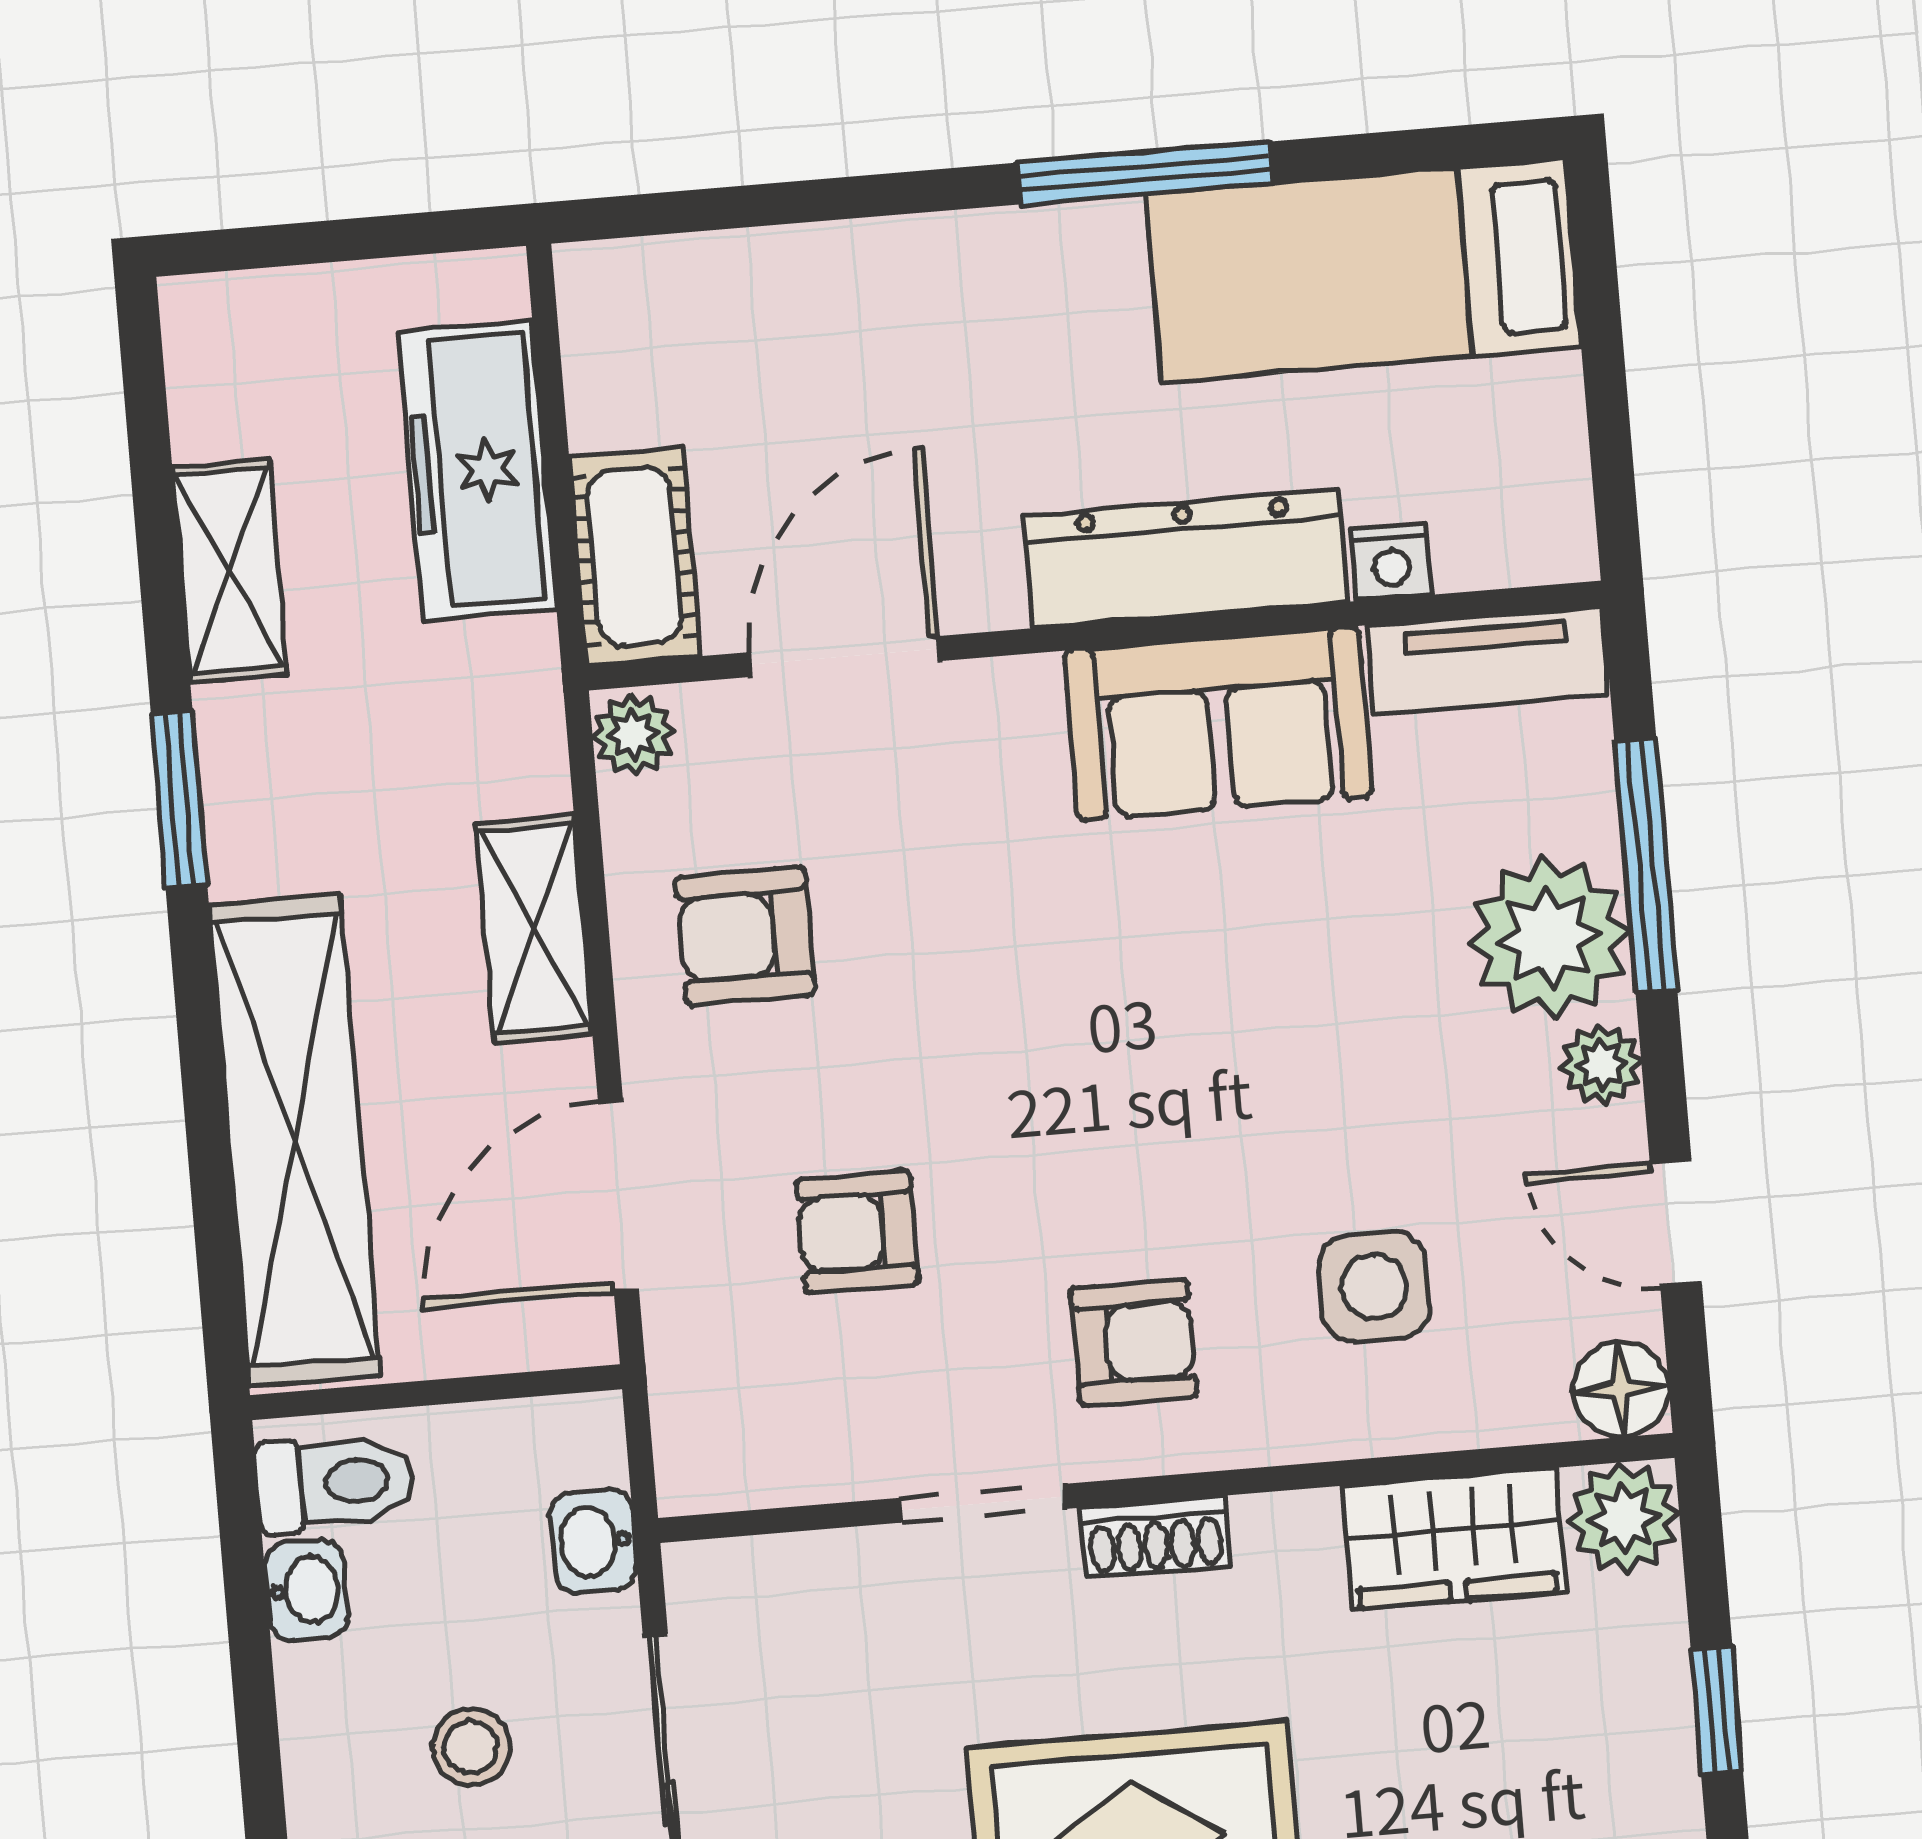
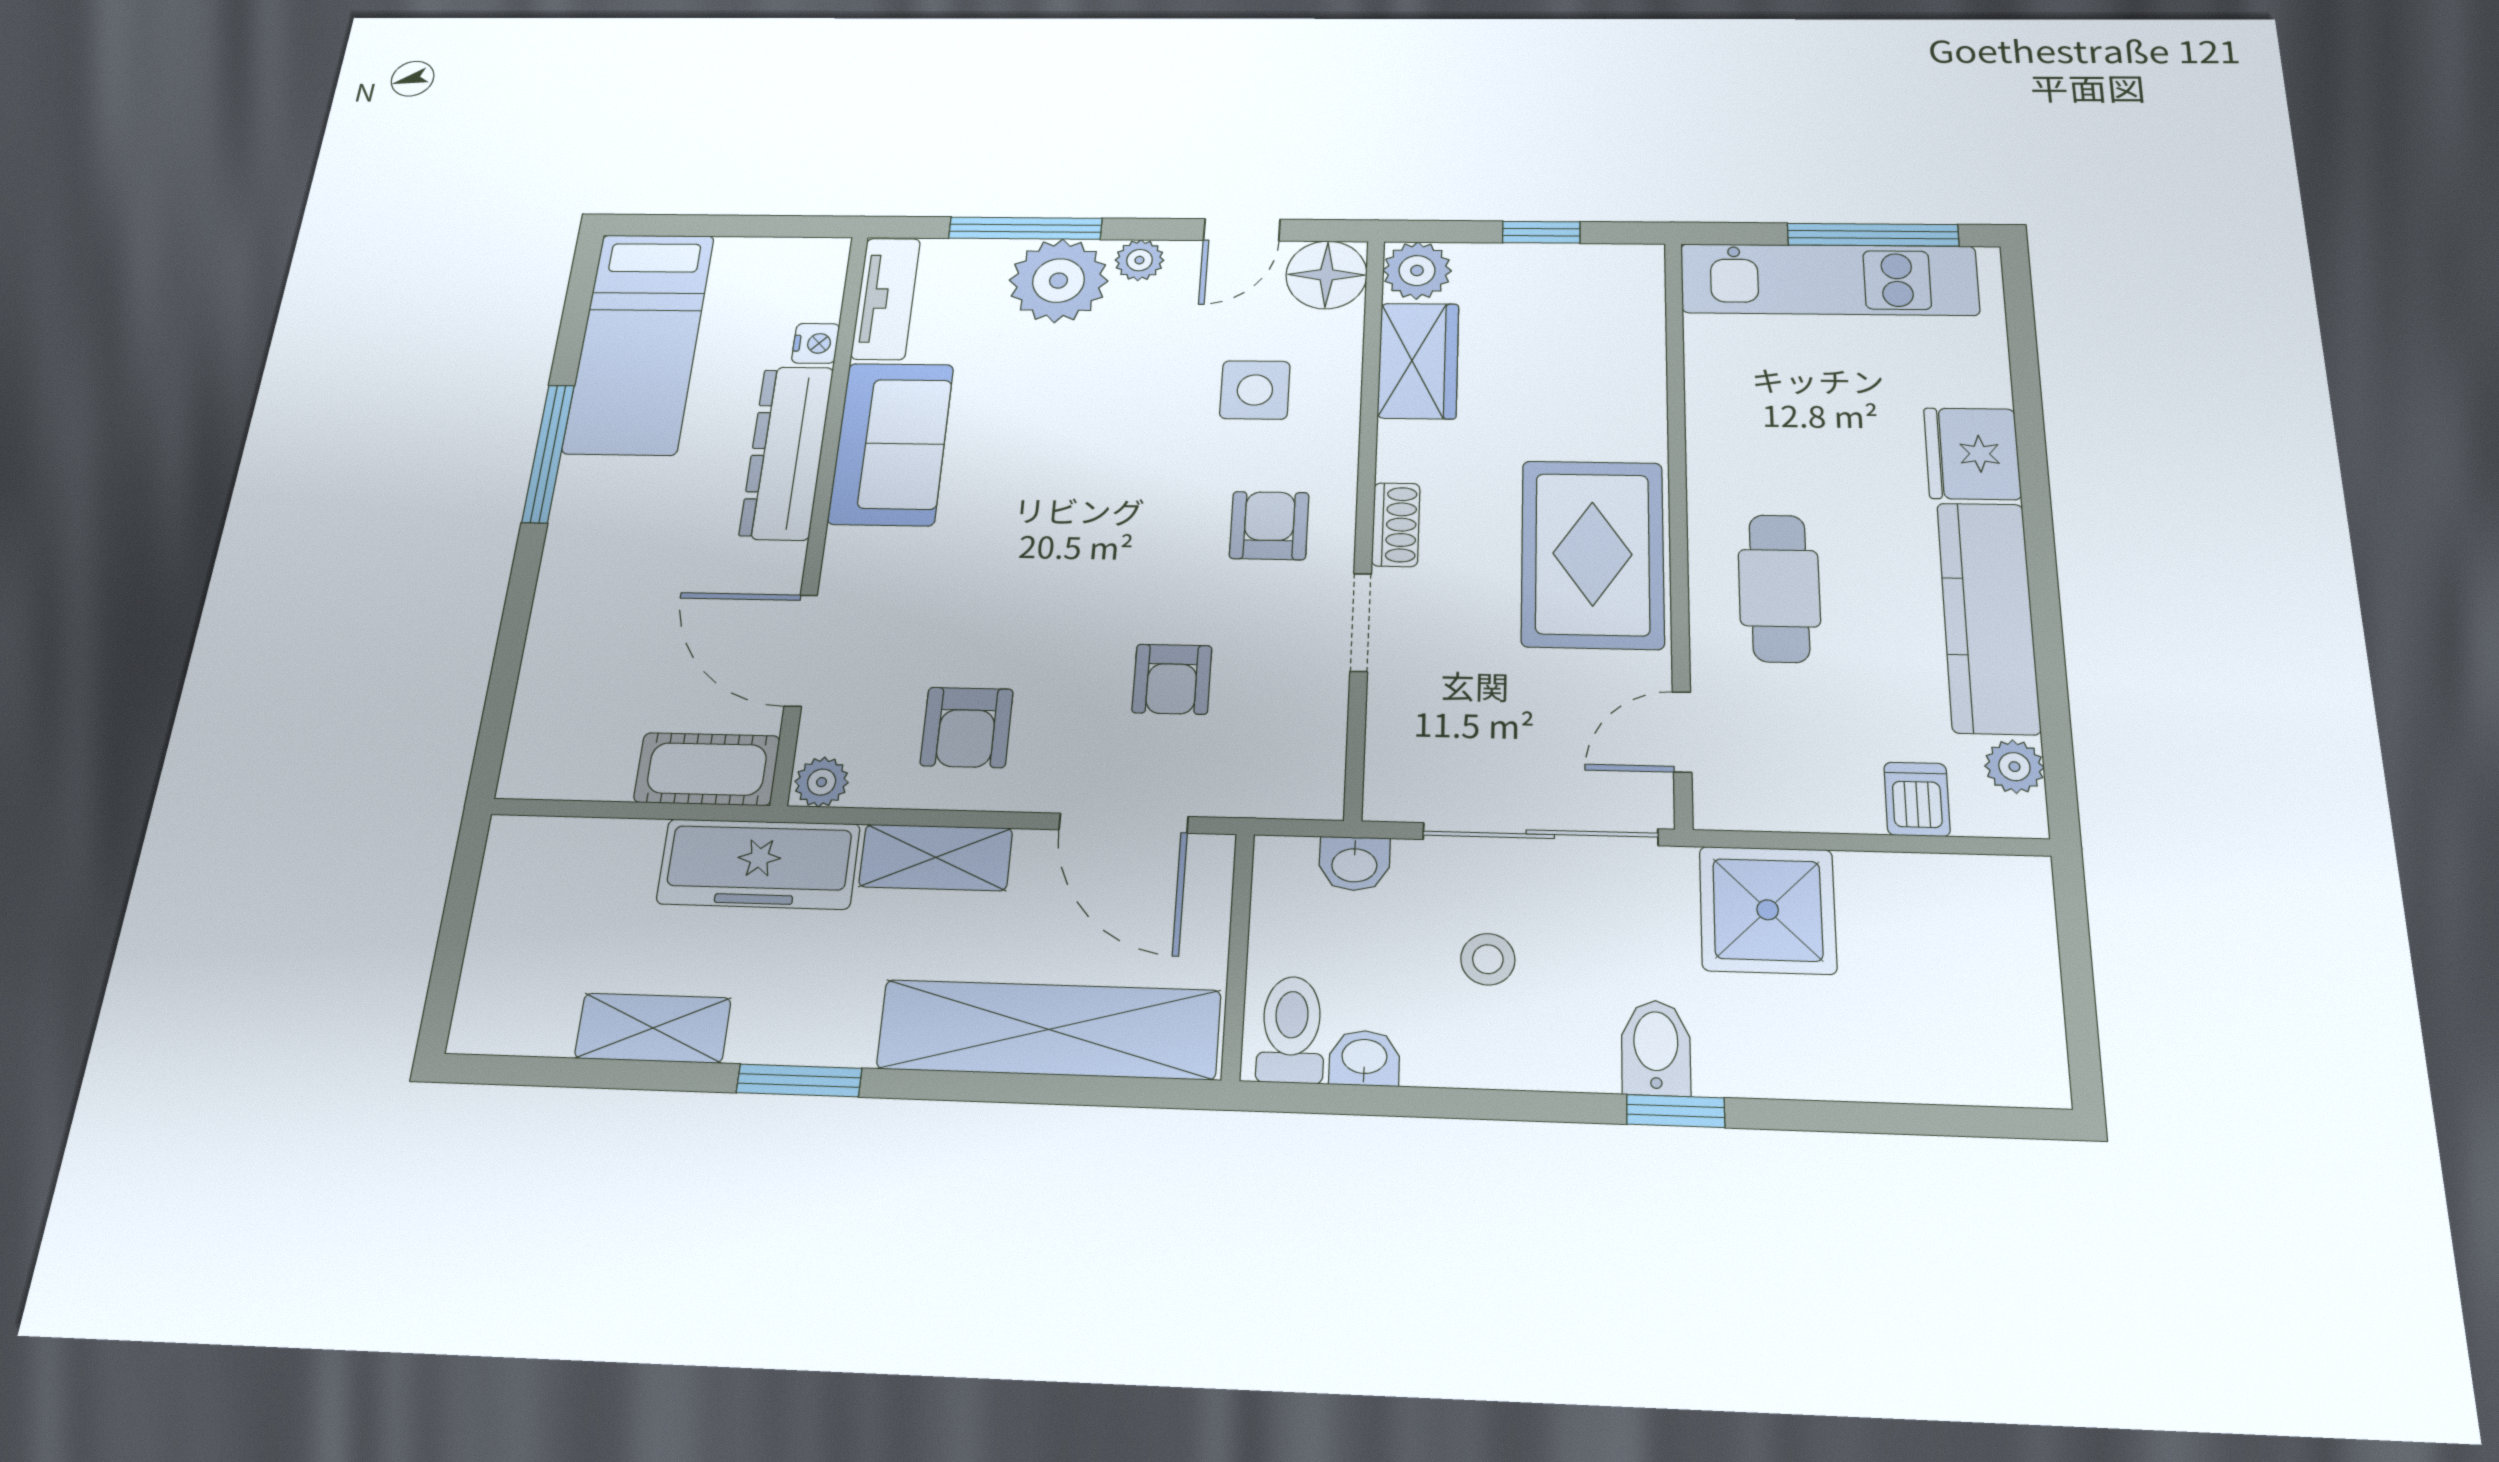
freezer: (478, 470) -> (759, 864), moved
floor lamp: (1621, 1389) -> (1326, 275), width x1.38, depth x1.38

